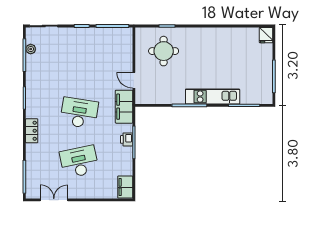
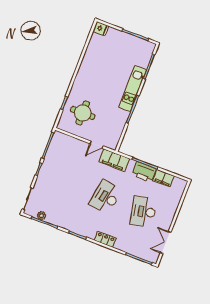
printer: (127, 139) -> (144, 172), width x1.87, depth x1.48
filing cabinet: (125, 187) -> (164, 178), moved

